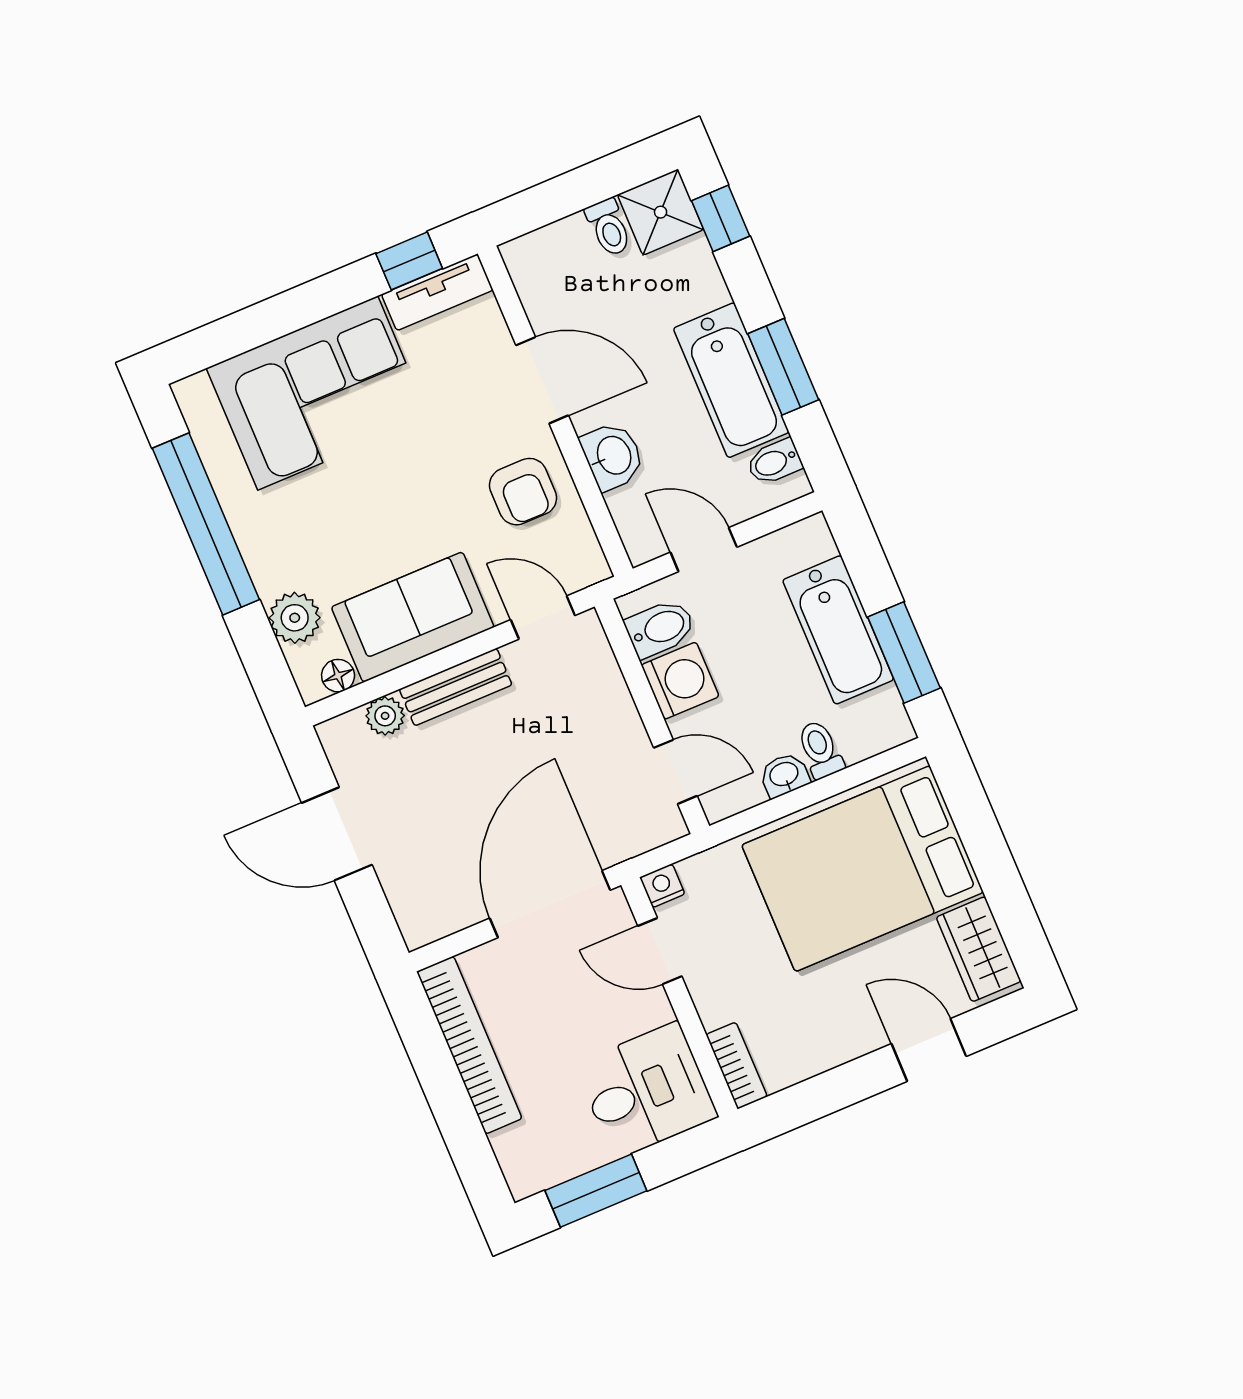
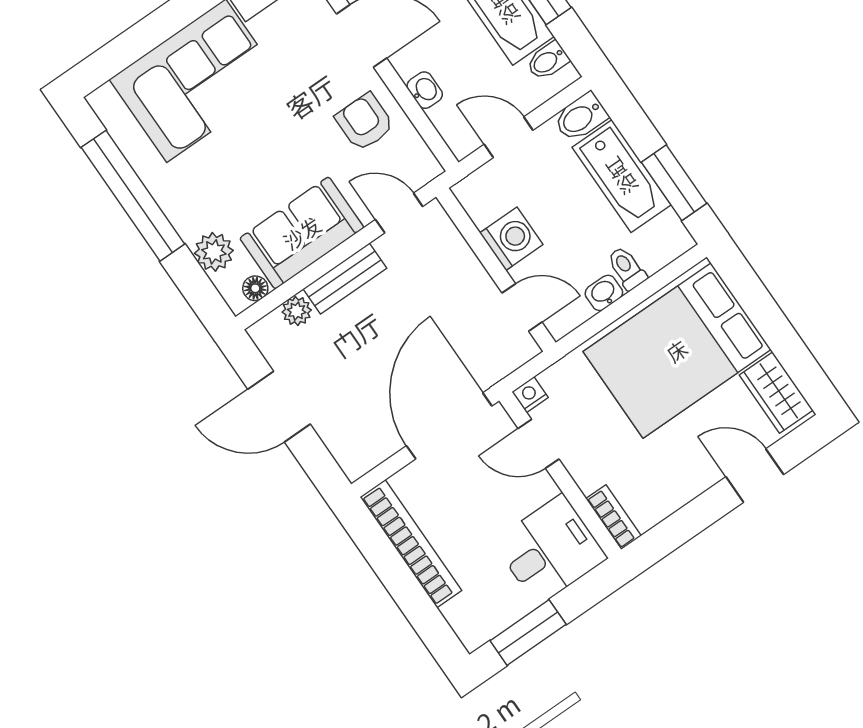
washbasin: (613, 456) -> (425, 90), width x0.72, depth x0.69
armchair: (523, 492) -> (365, 122), turned 180
bidet: (660, 628) -> (581, 117), moved, turned 180

